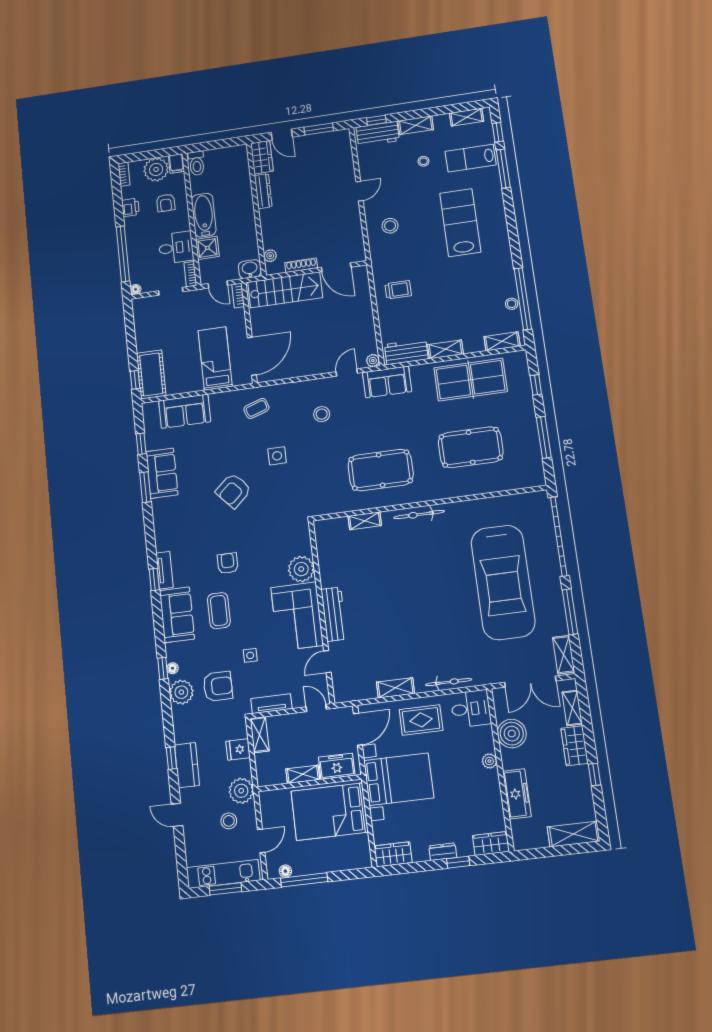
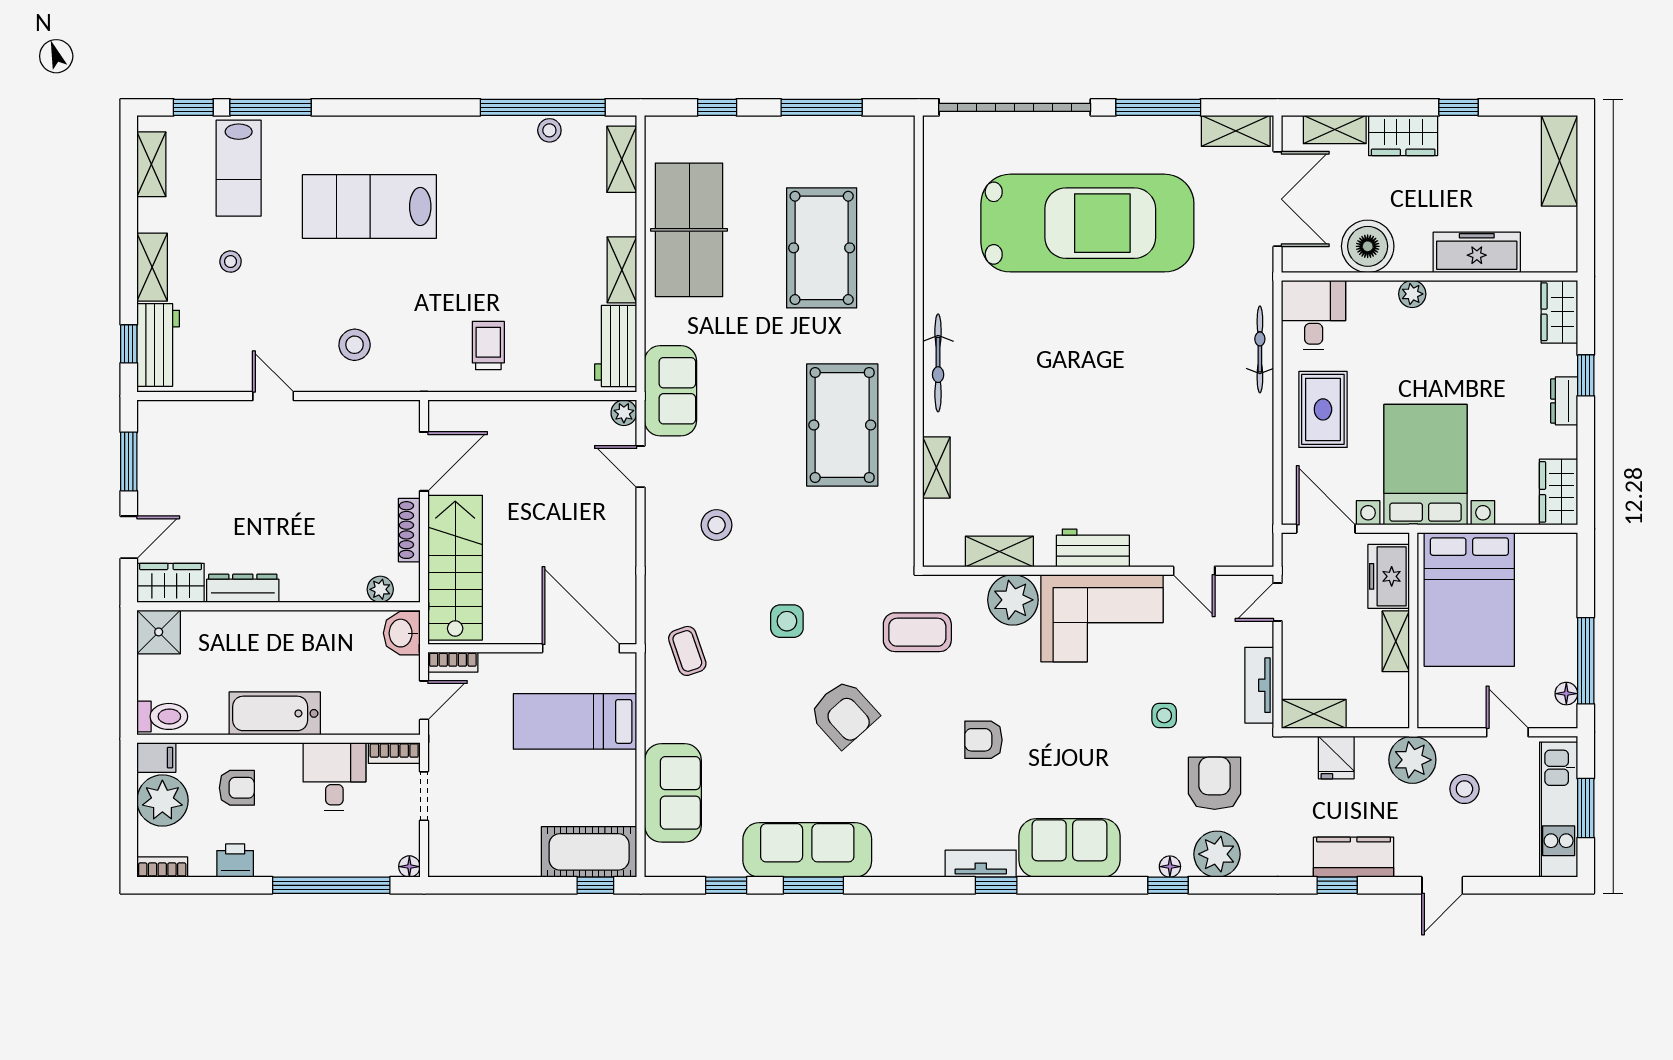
shower: (207, 248) -> (159, 632), moved
sofa: (162, 473) -> (807, 850), width x1.36
coffee table: (219, 611) -> (917, 632), moved
workbench: (334, 614) -> (1093, 548), width x0.73
shelving: (395, 688) -> (999, 551), moved, turned 90

